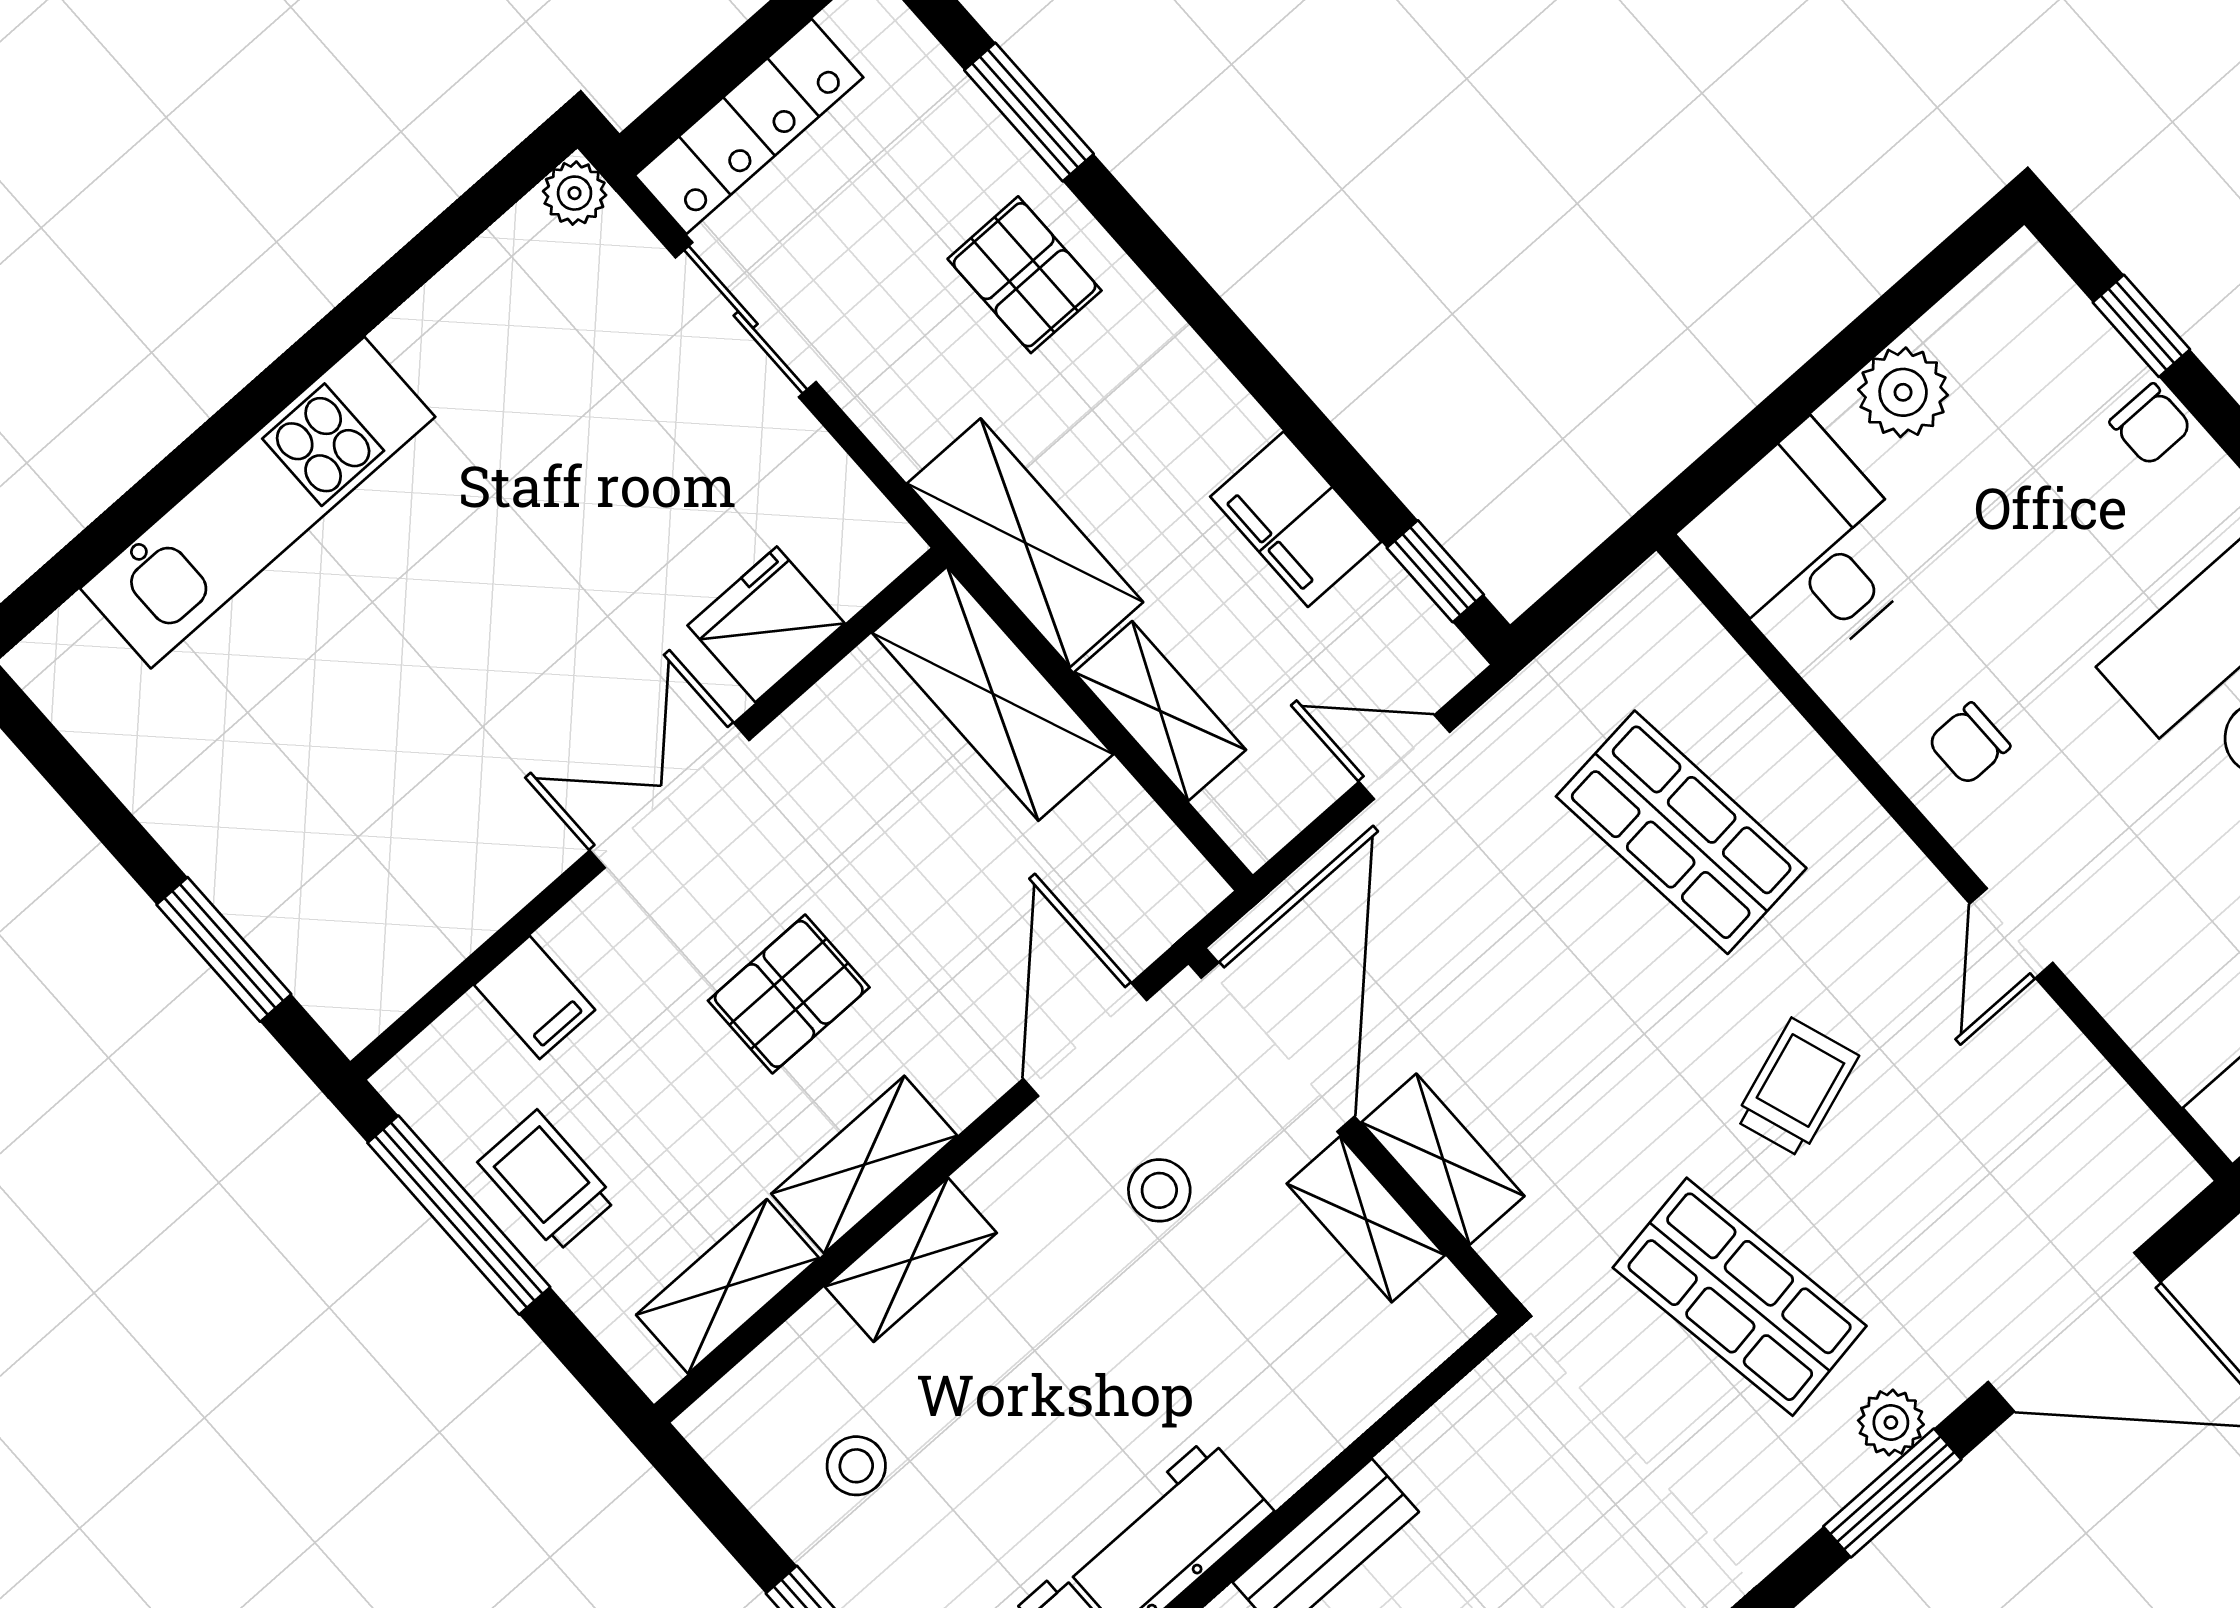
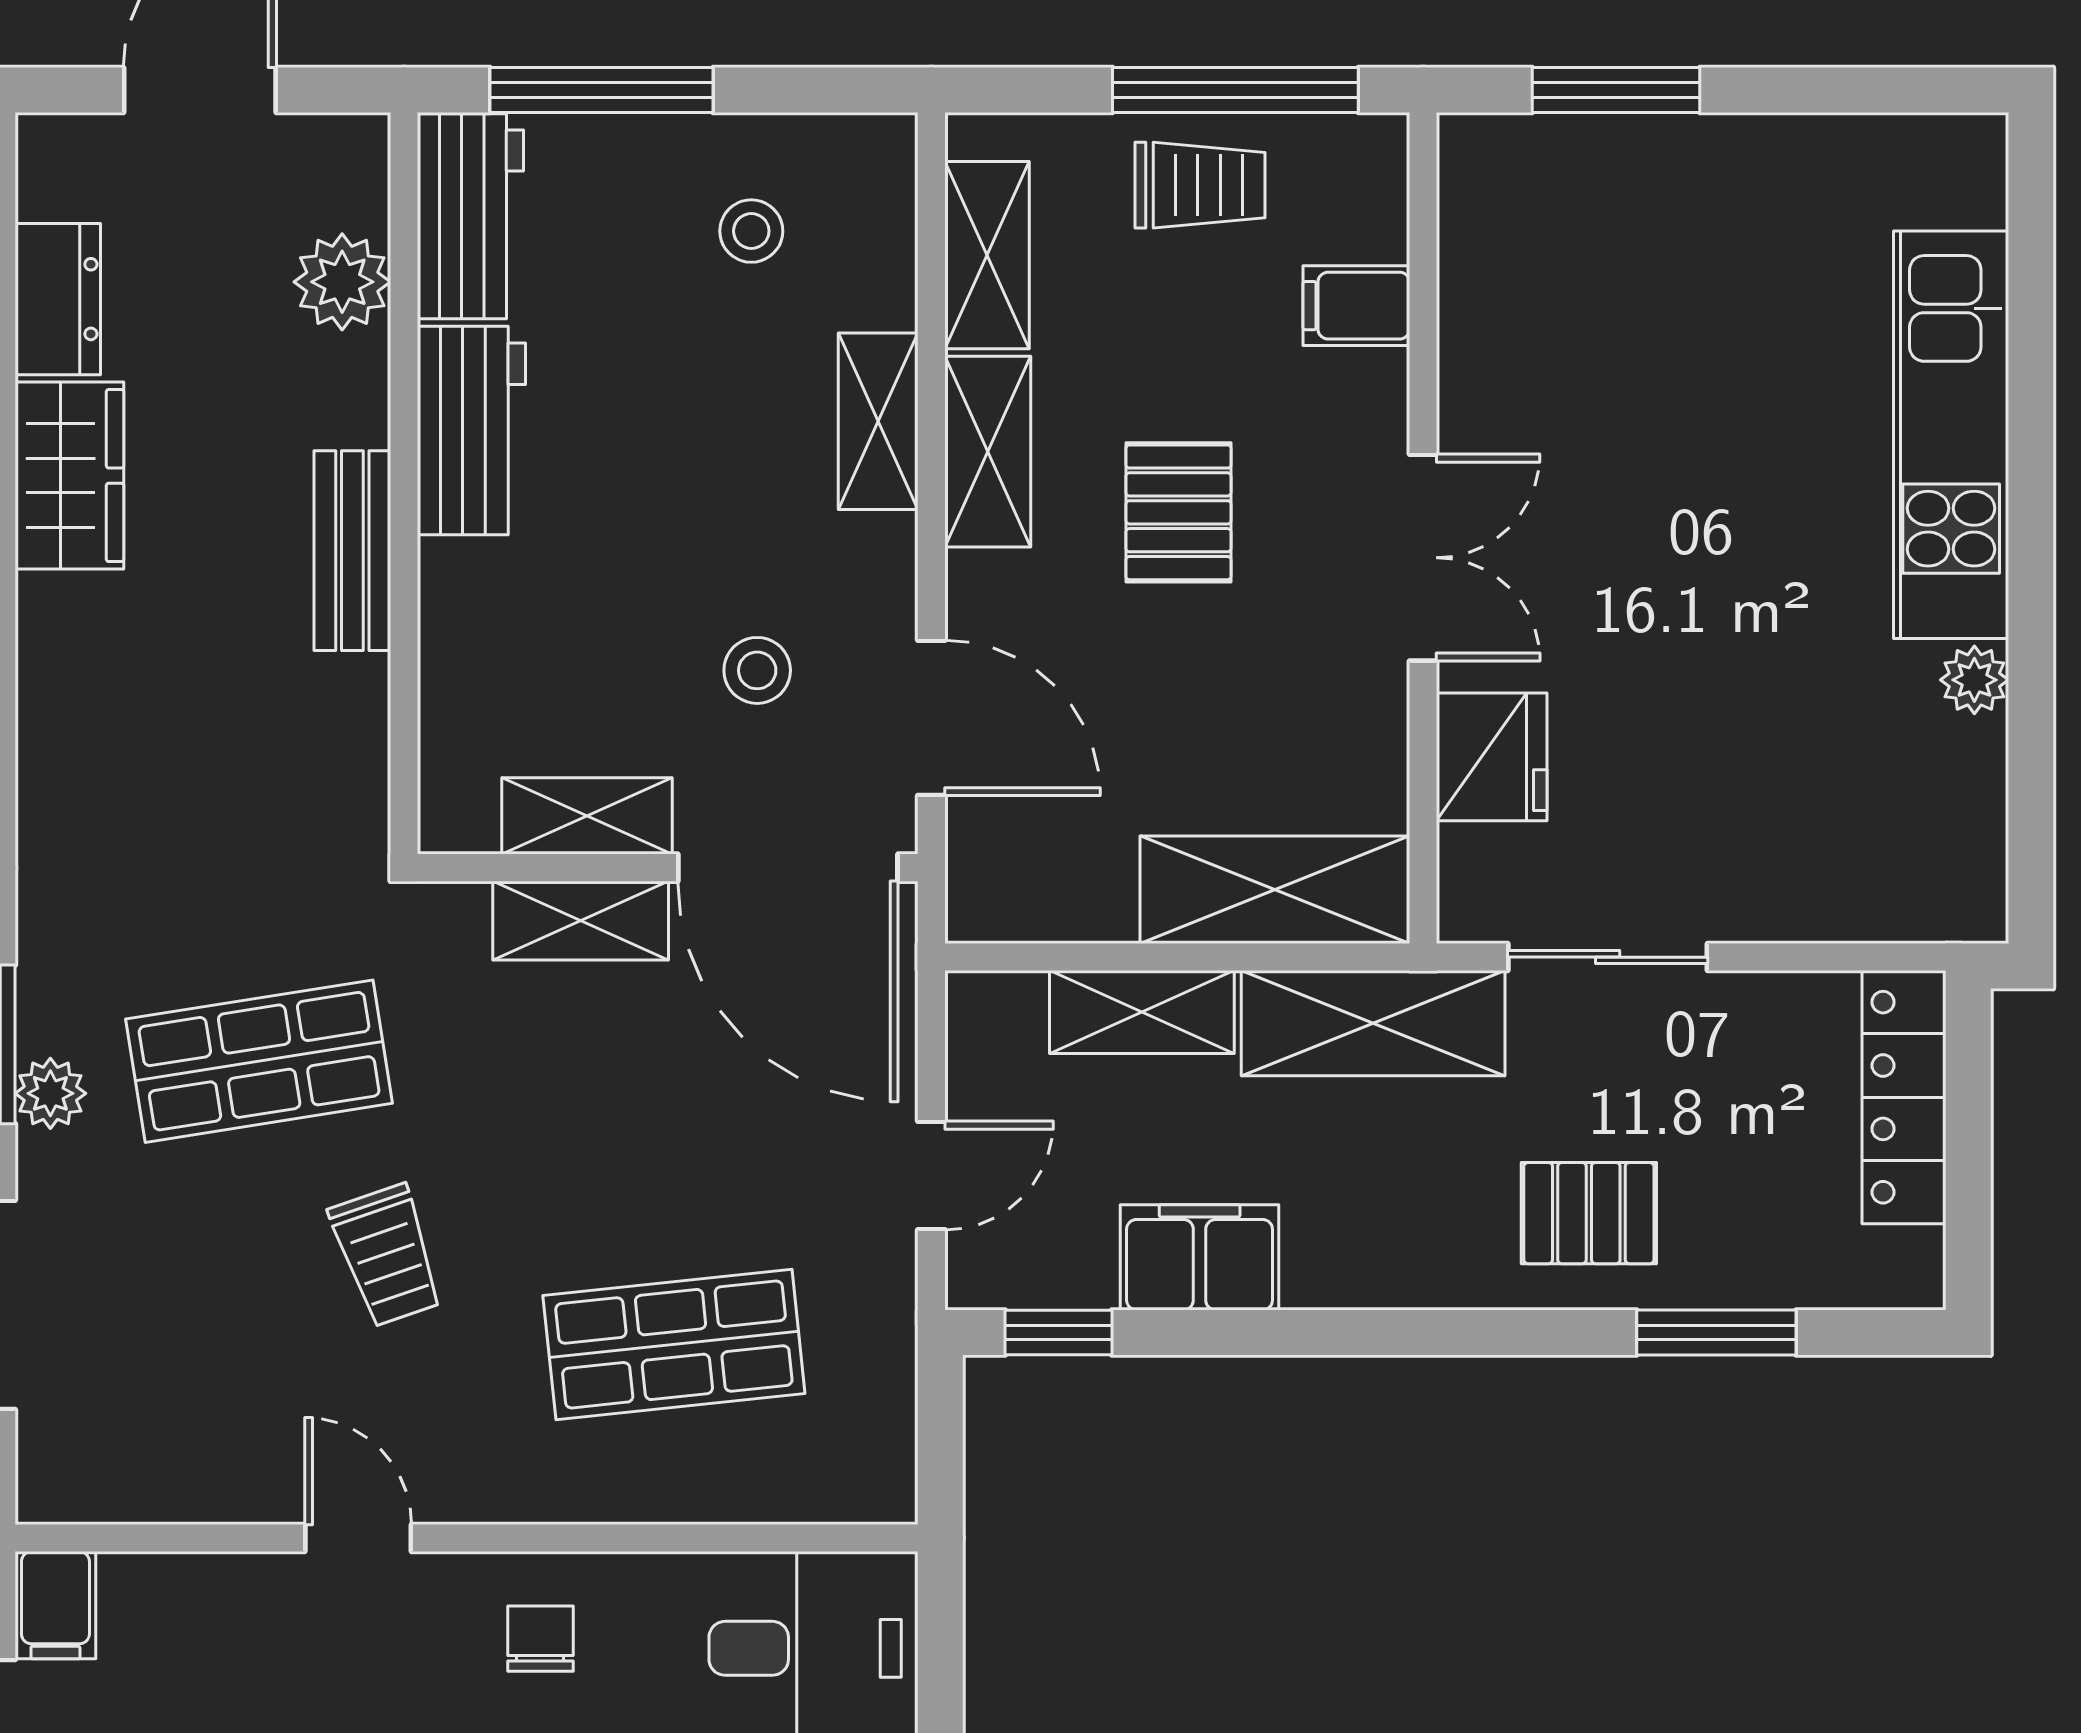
plant: (575, 193) -> (1974, 680), moved
sliding door: (746, 320) -> (1608, 957), moved

